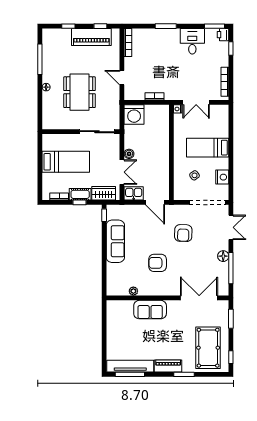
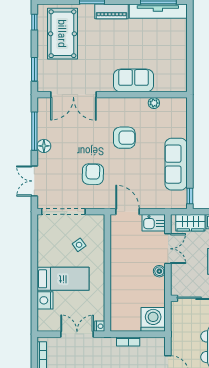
double door: (122, 172) -> (168, 249), swing flipped
nightstand: (222, 177) -> (45, 300), moved

